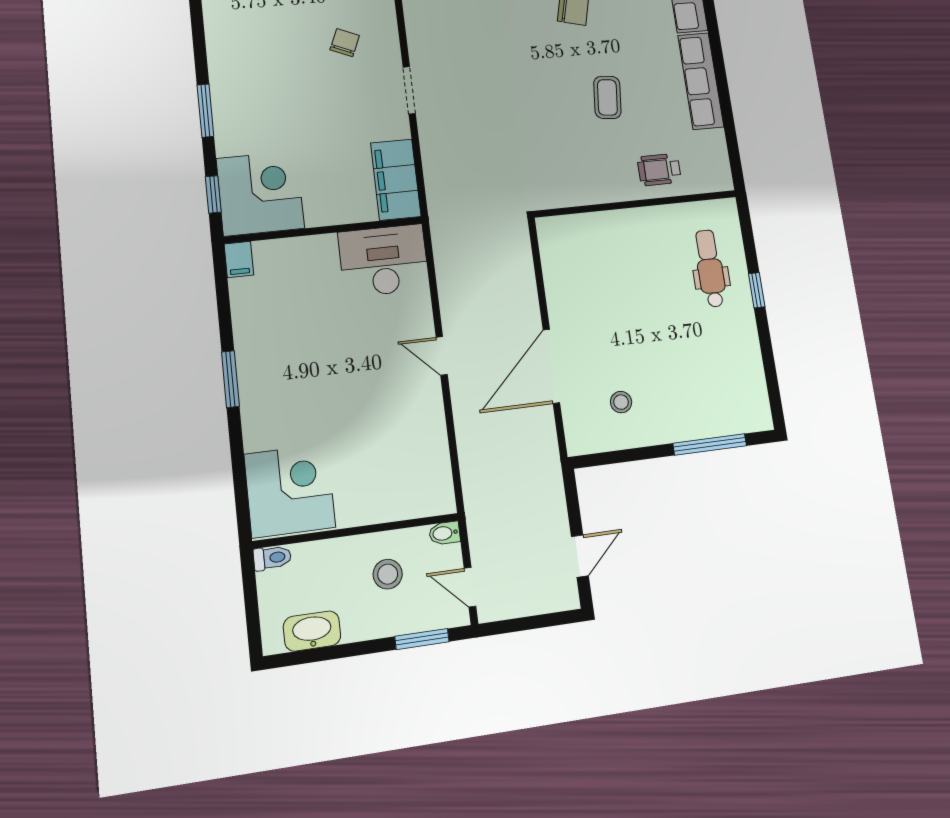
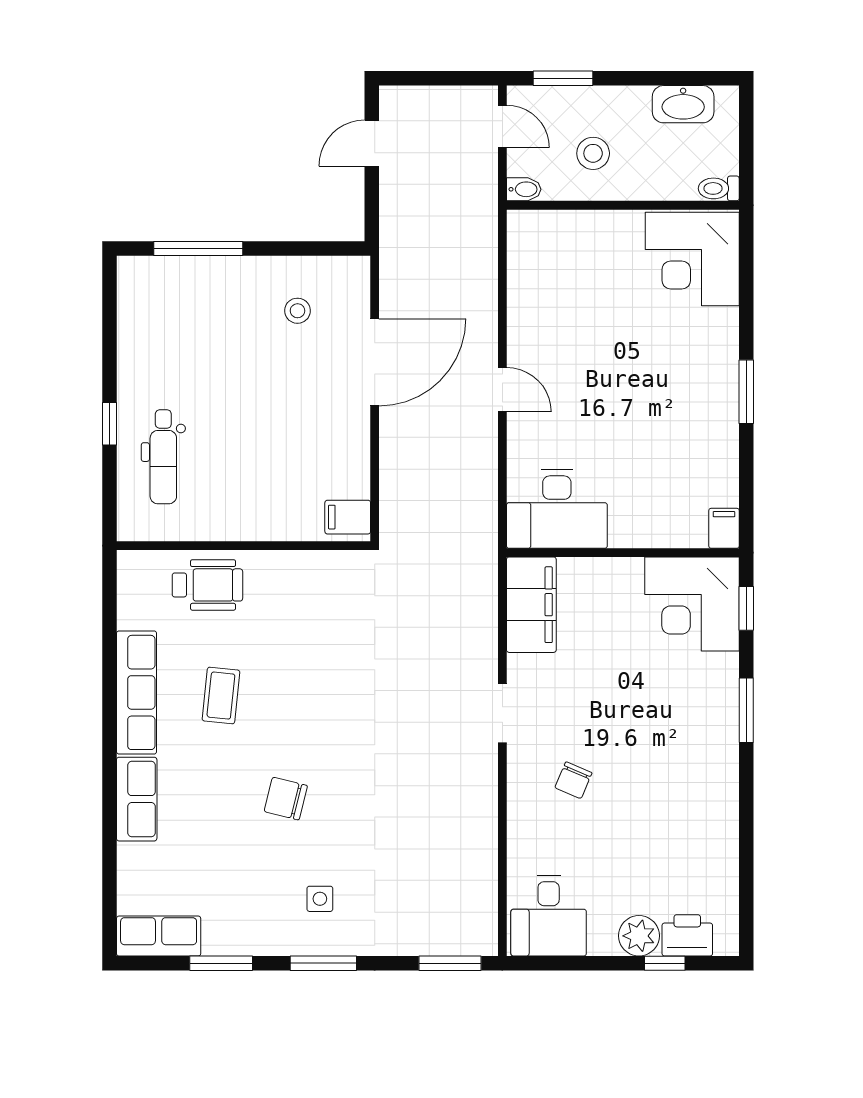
coffee table: (607, 97) -> (221, 696), moved
wheelchair: (659, 170) -> (207, 585), width x1.36, depth x1.37
filing cabinet: (556, 235) -> (348, 517), added

